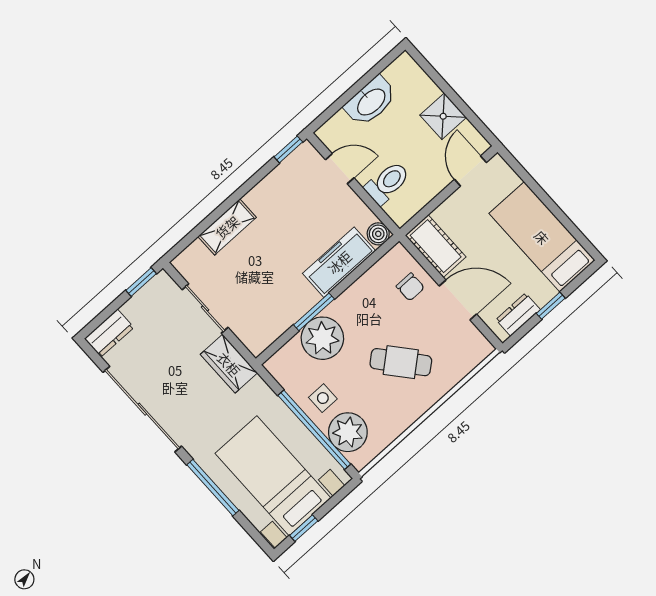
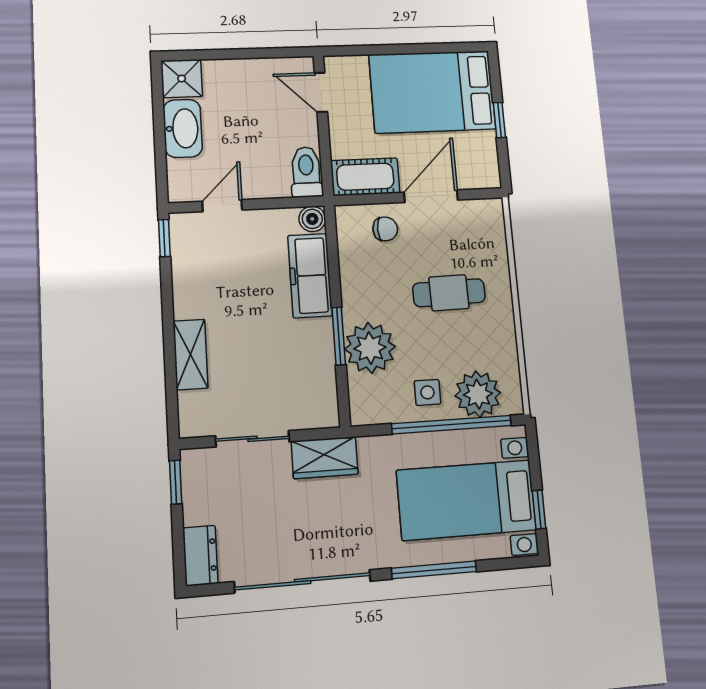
shower: (443, 116) -> (182, 79), moved
toilet: (387, 183) -> (306, 172), moved
bed: (542, 237) -> (432, 92), width x1.50
dresser: (518, 315) -> (486, 154), removed
cafe table: (401, 362) -> (449, 293), turned 39

